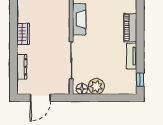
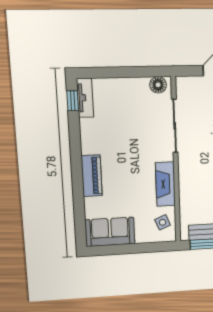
tv unit: (132, 56) -> (85, 98), moved
plant: (96, 86) -> (137, 89), removed

